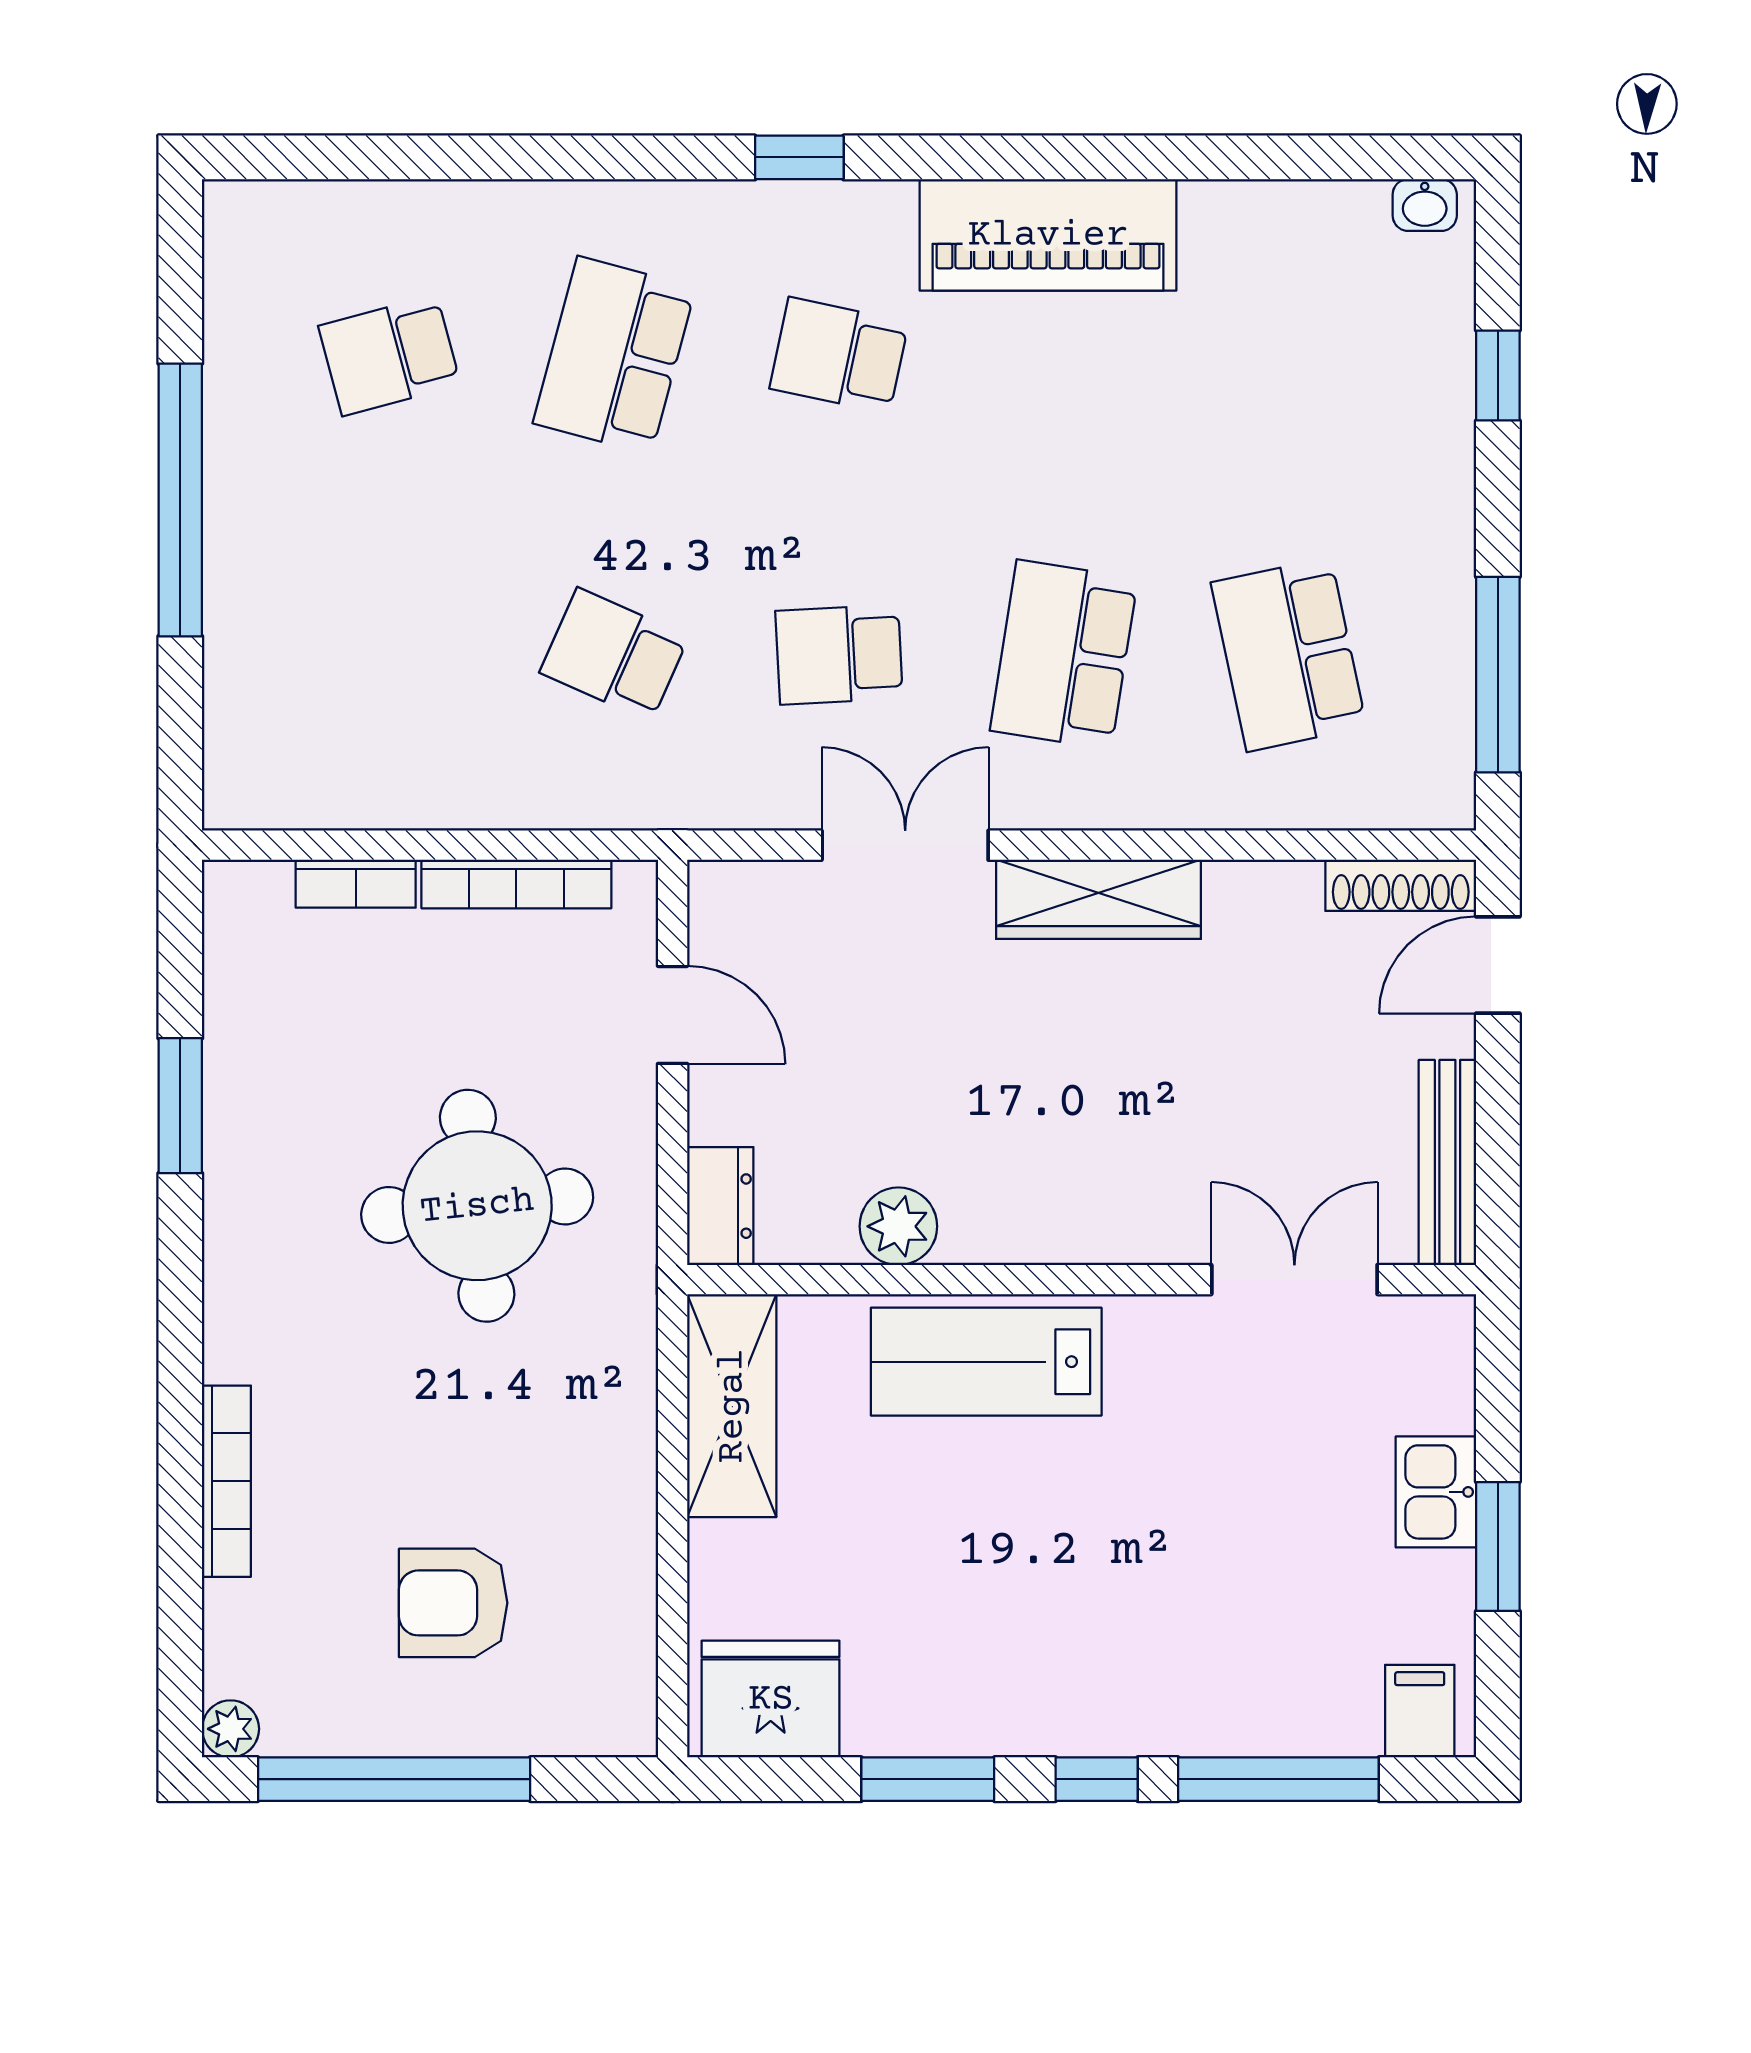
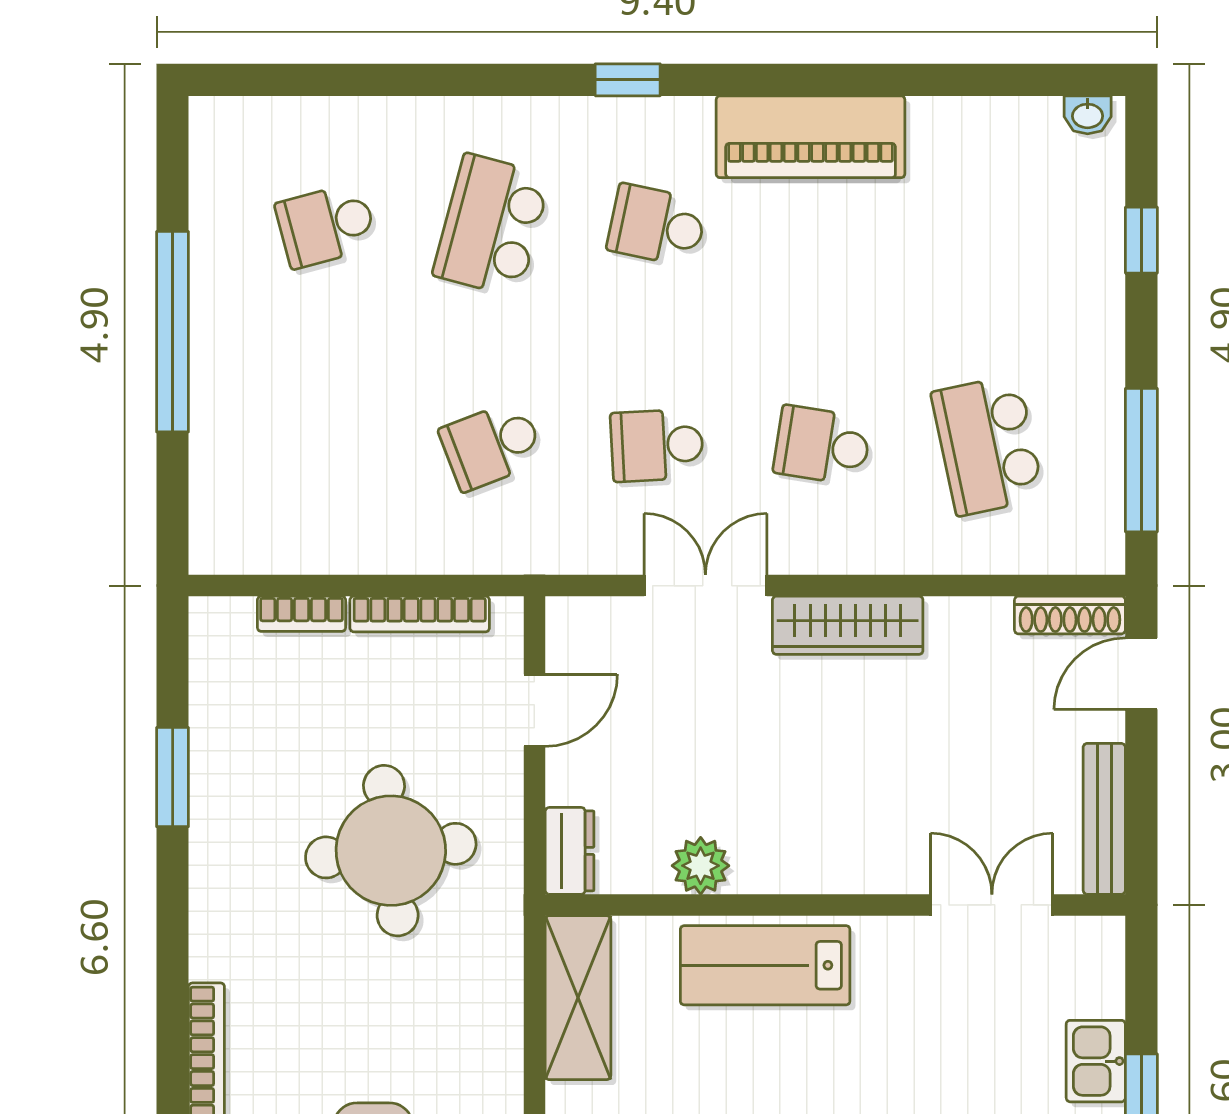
school desk: (614, 655) -> (492, 445), turned -45
school desk: (1064, 655) -> (822, 445), width x0.54
door: (673, 1015) -> (534, 710), hinge flipped

